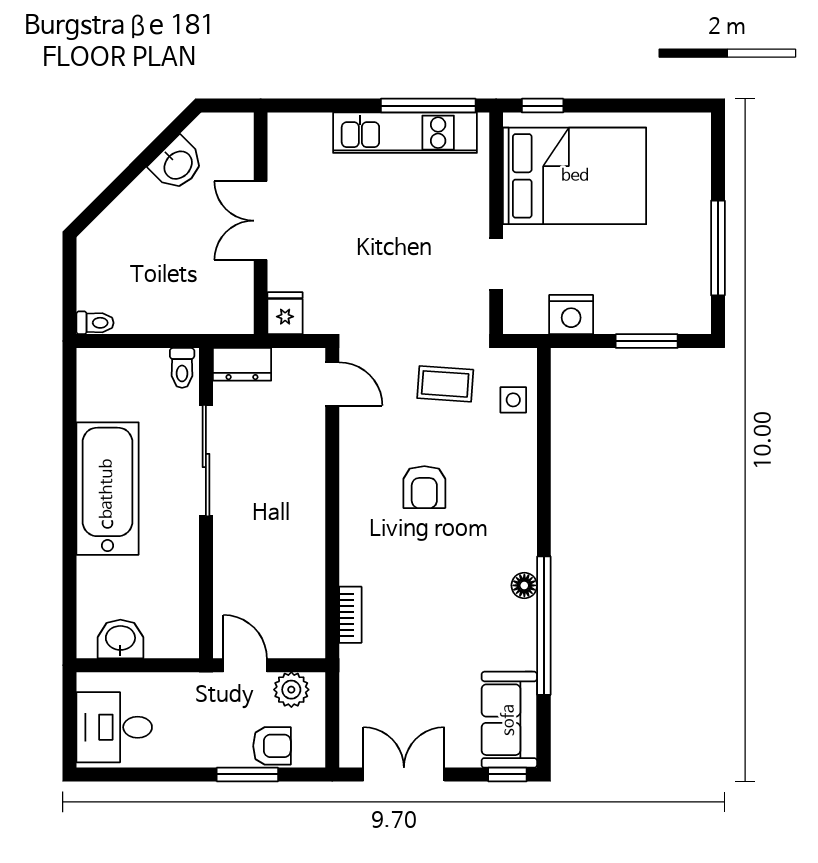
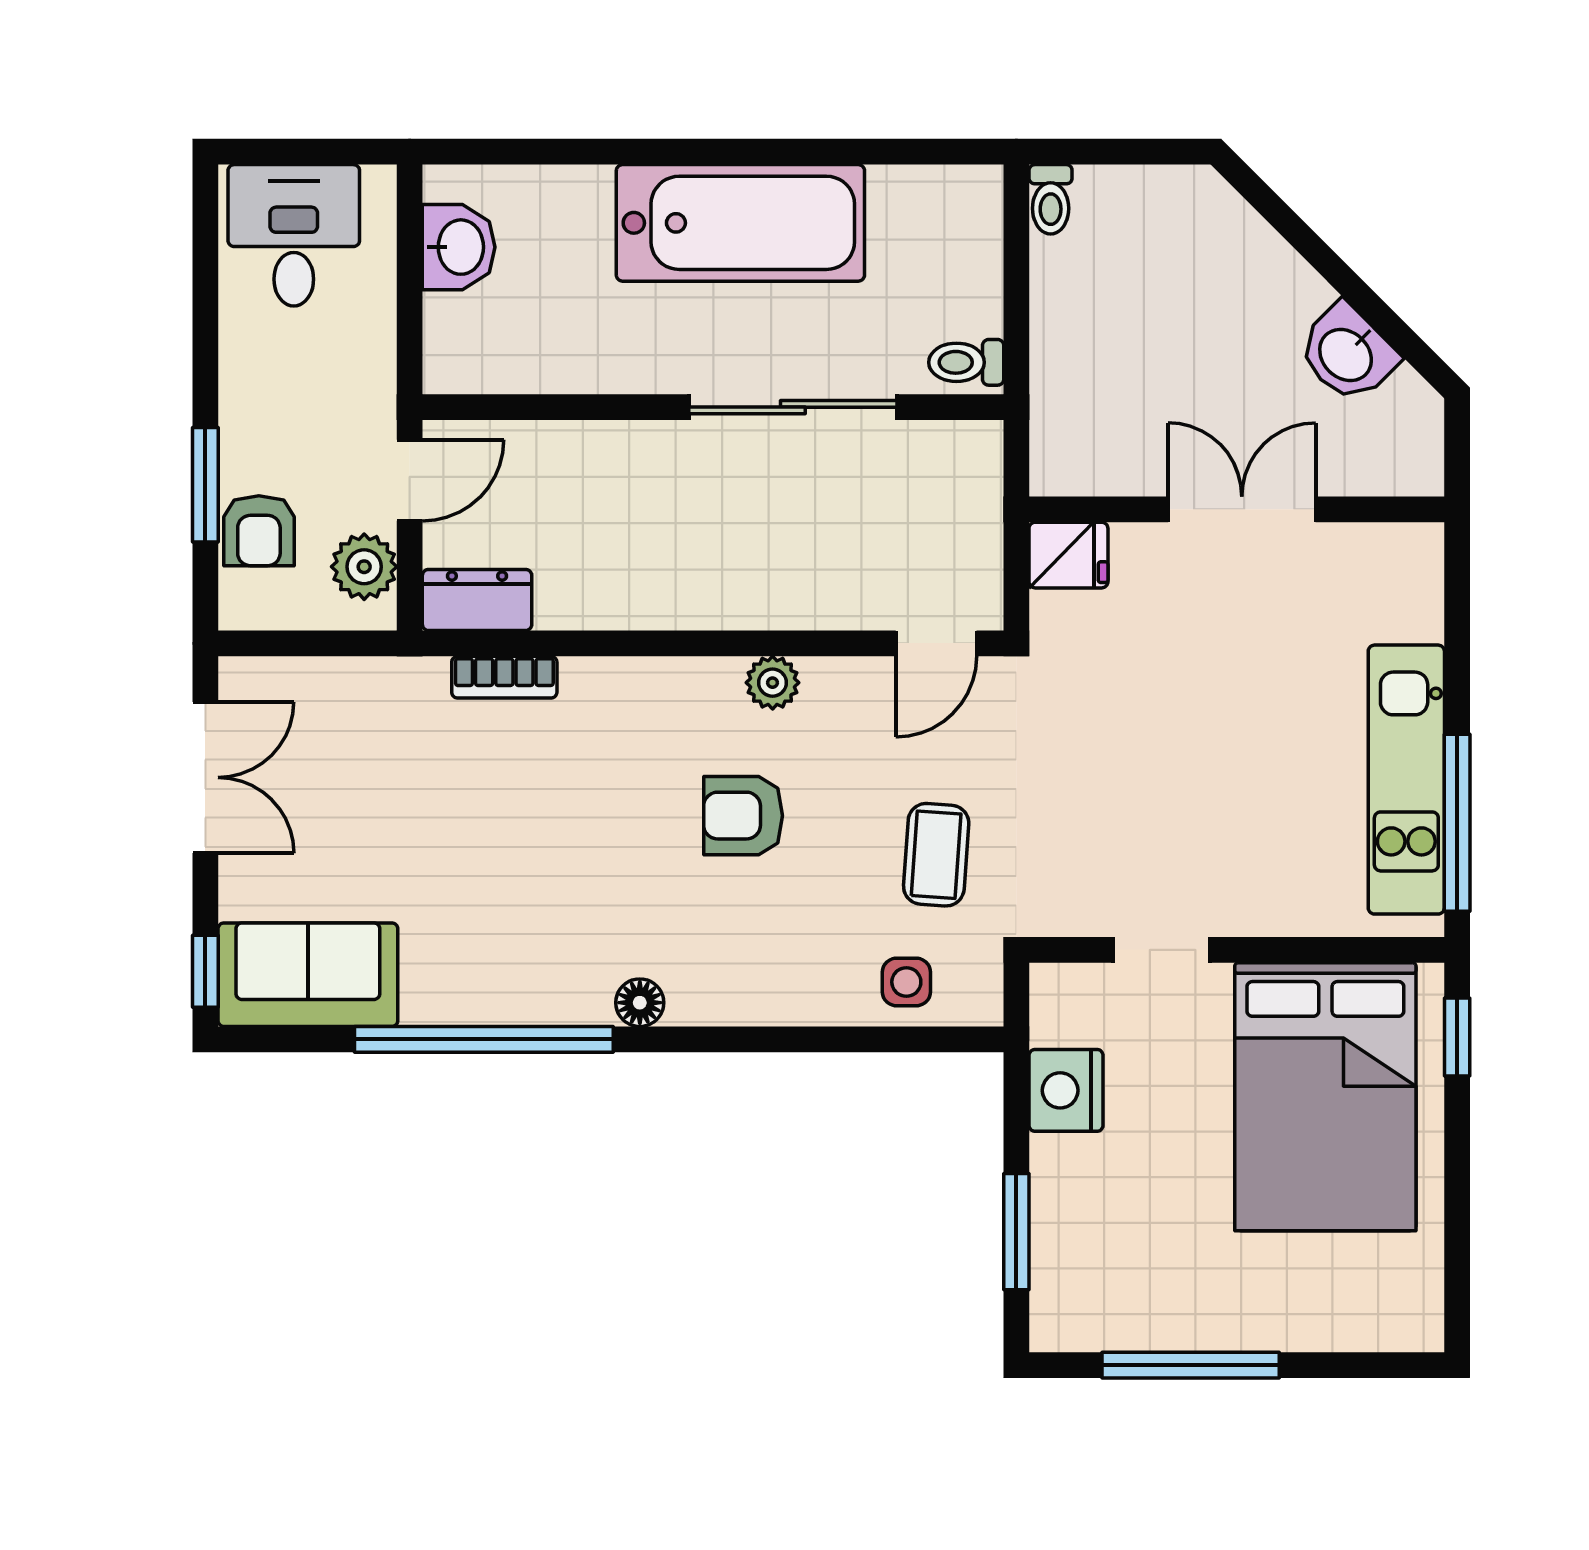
dresser: (242, 364) -> (477, 600), moved, turned 90
plant: (353, 471) -> (773, 683), added
floor lamp: (524, 585) -> (640, 1003), moved

